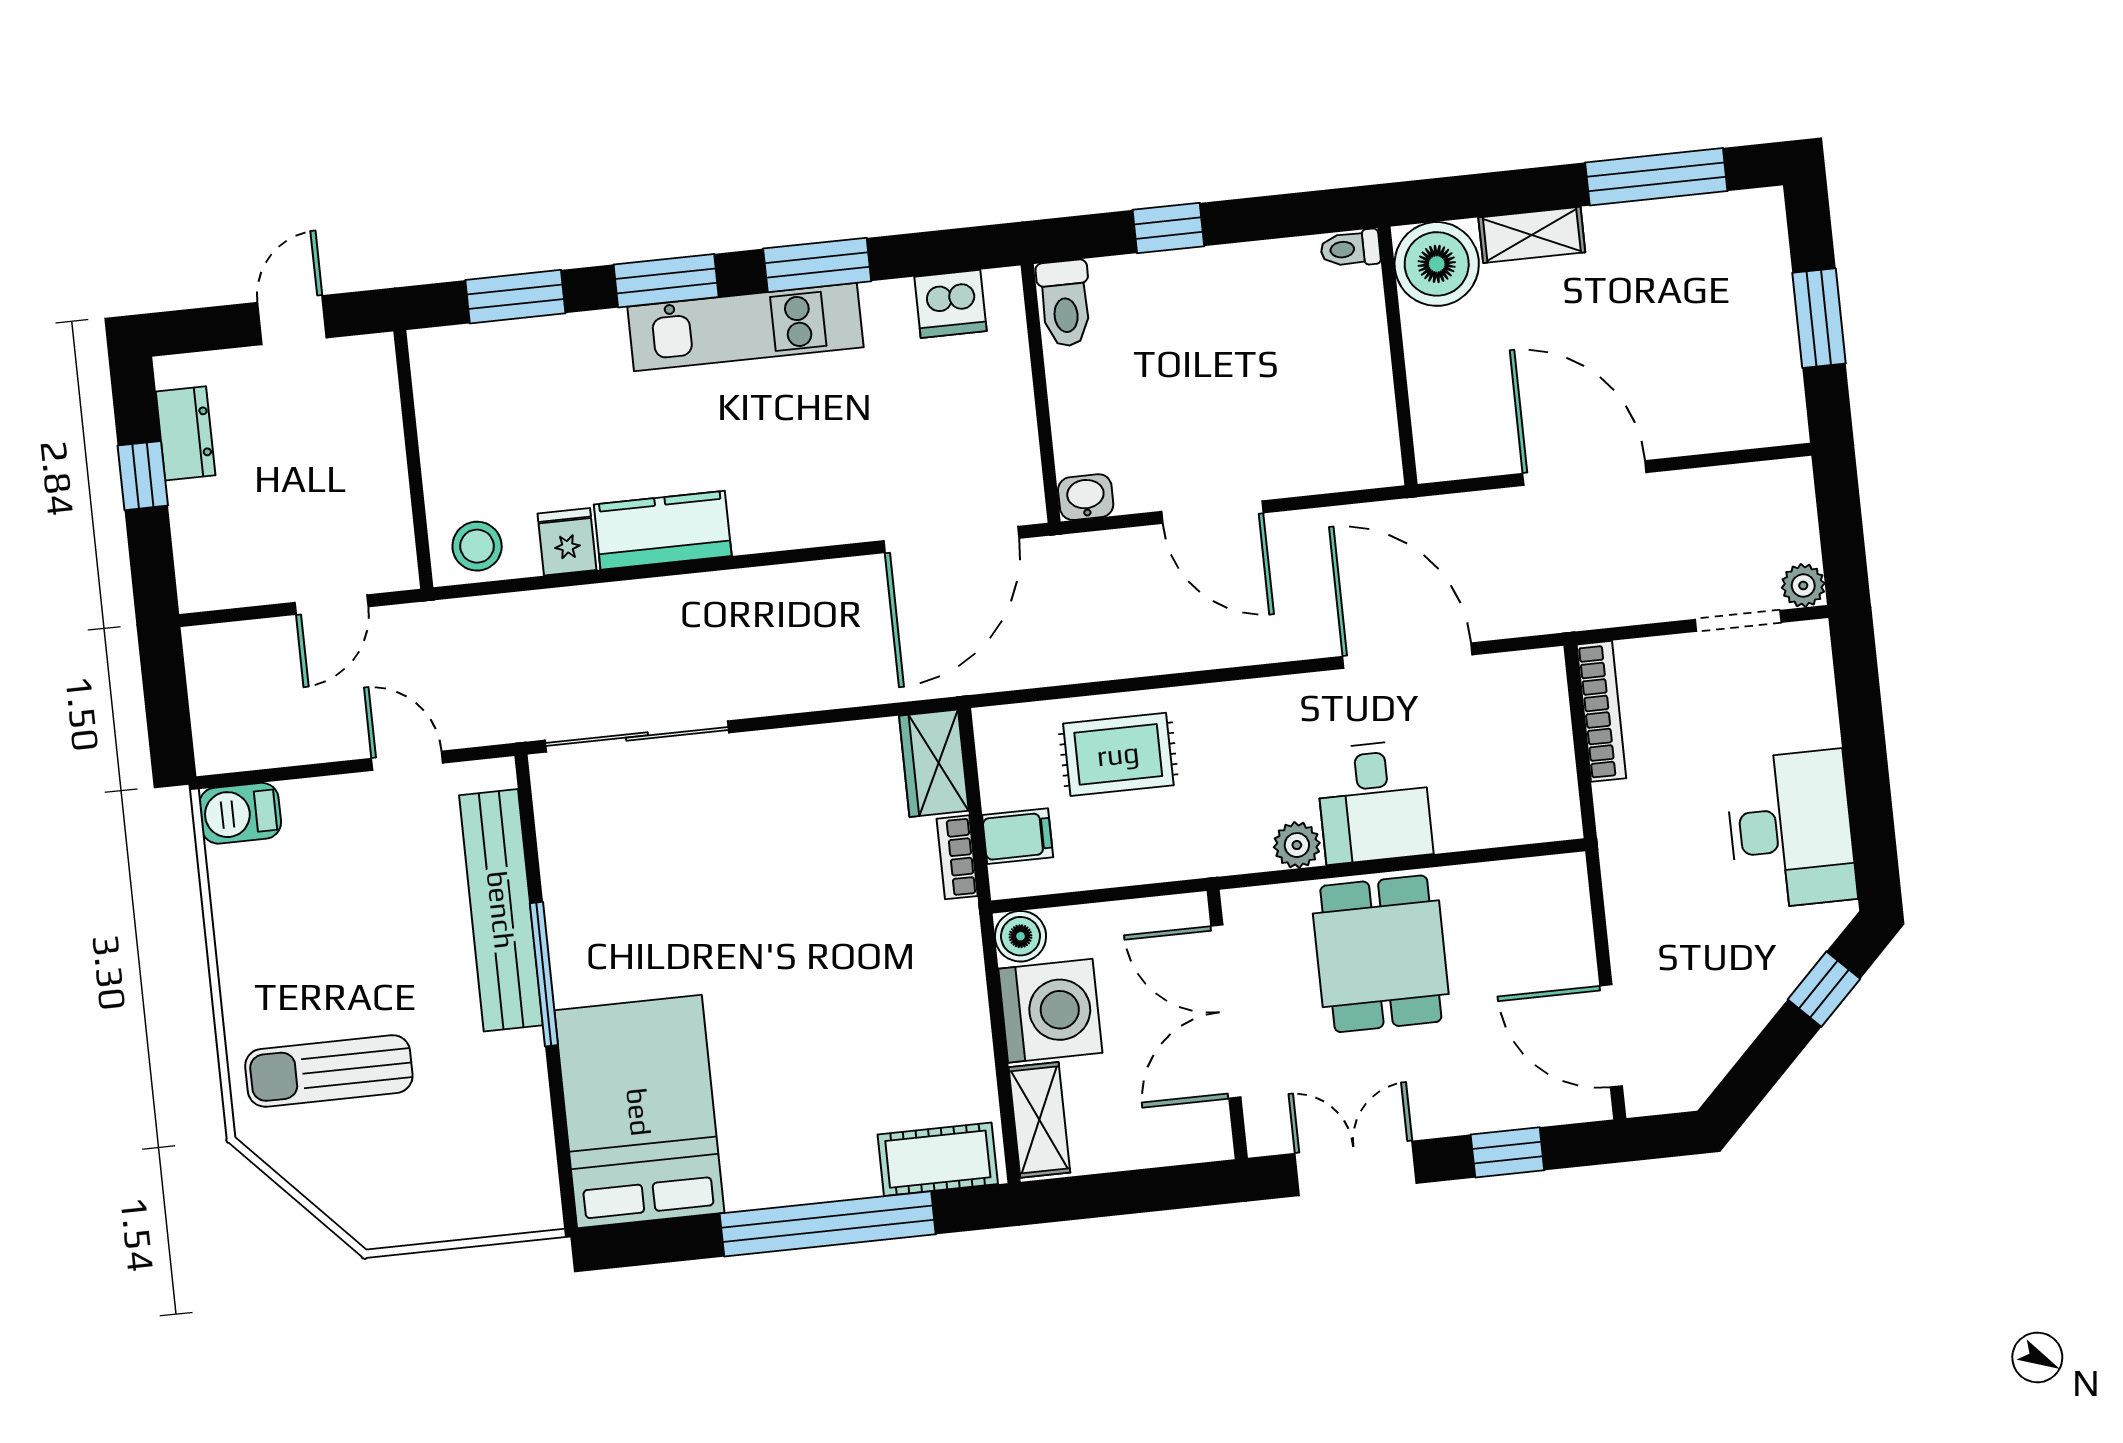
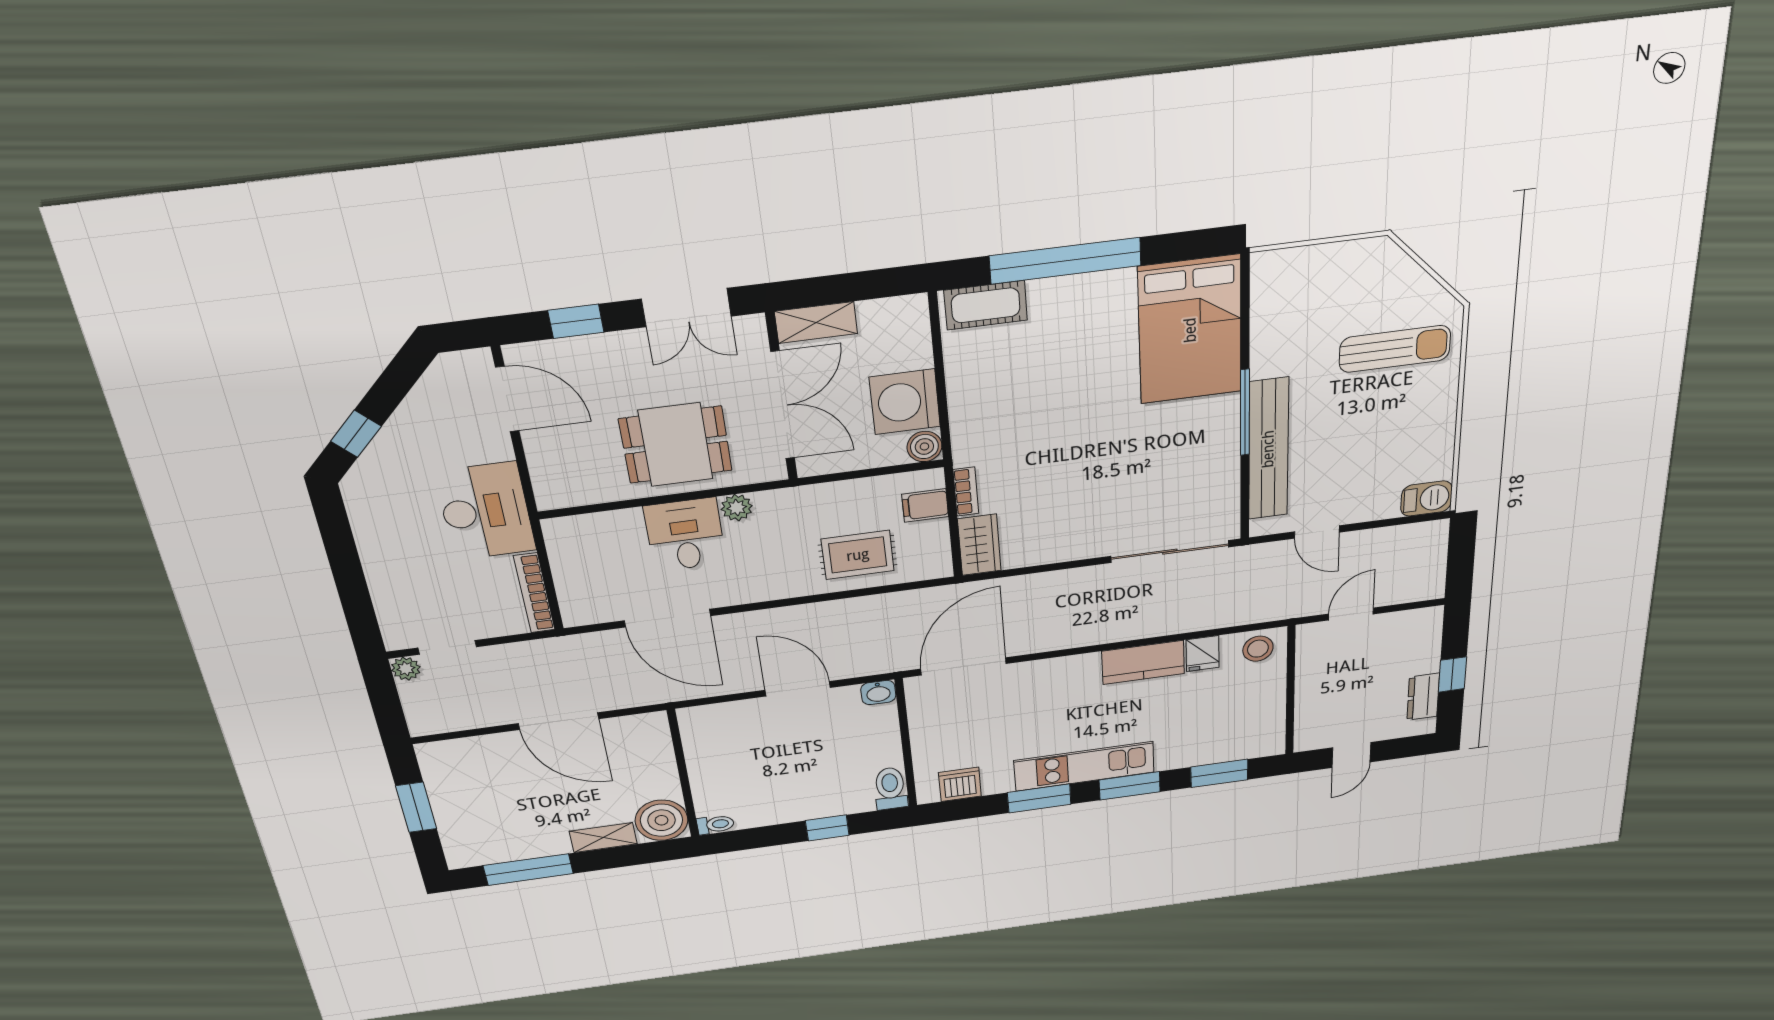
desk: (1791, 830) -> (485, 511), moved, turned 180
dining table: (1381, 954) -> (676, 445), turned 90
shelving: (1039, 1120) -> (816, 323), moved, turned 90

